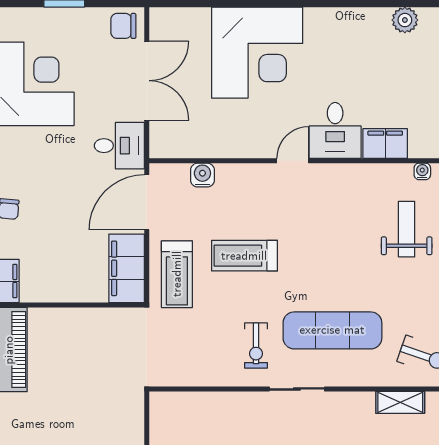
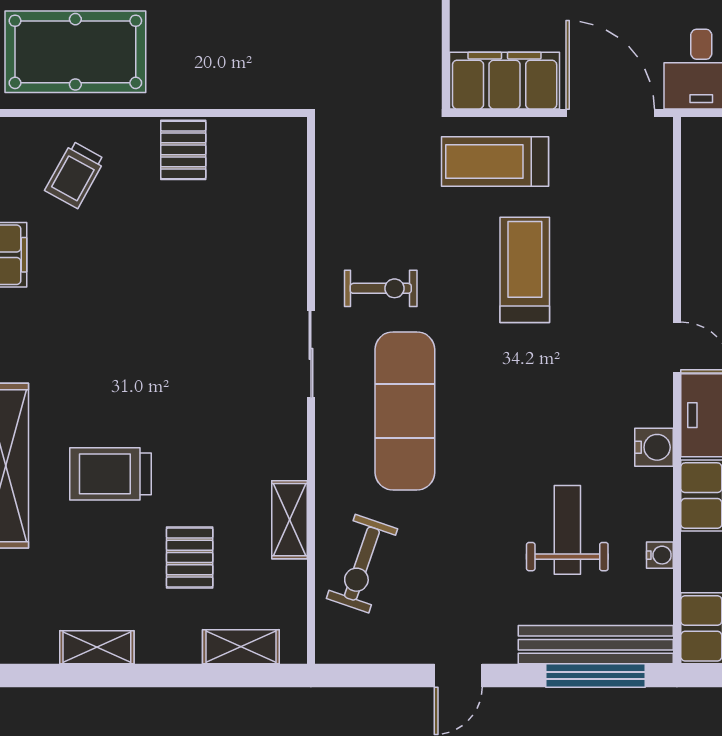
water cooler: (202, 175) -> (654, 447), moved
weight bench: (407, 229) -> (567, 530), turned -90
exercise bike: (256, 345) -> (381, 288), turned 180

